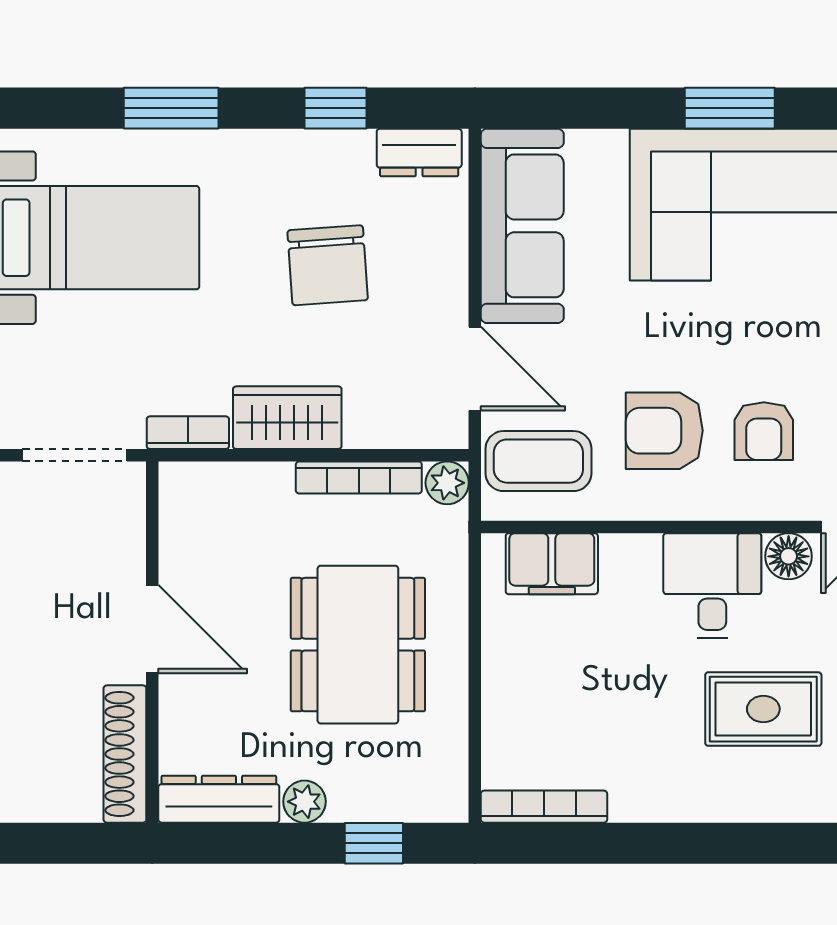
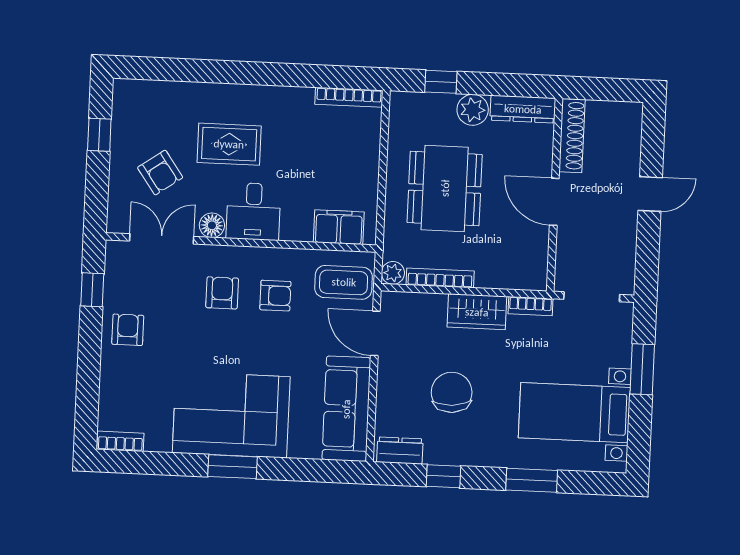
armchair: (664, 431) -> (275, 296), width x0.72, depth x0.72
plant: (304, 802) -> (473, 110), width x1.38, depth x1.38

